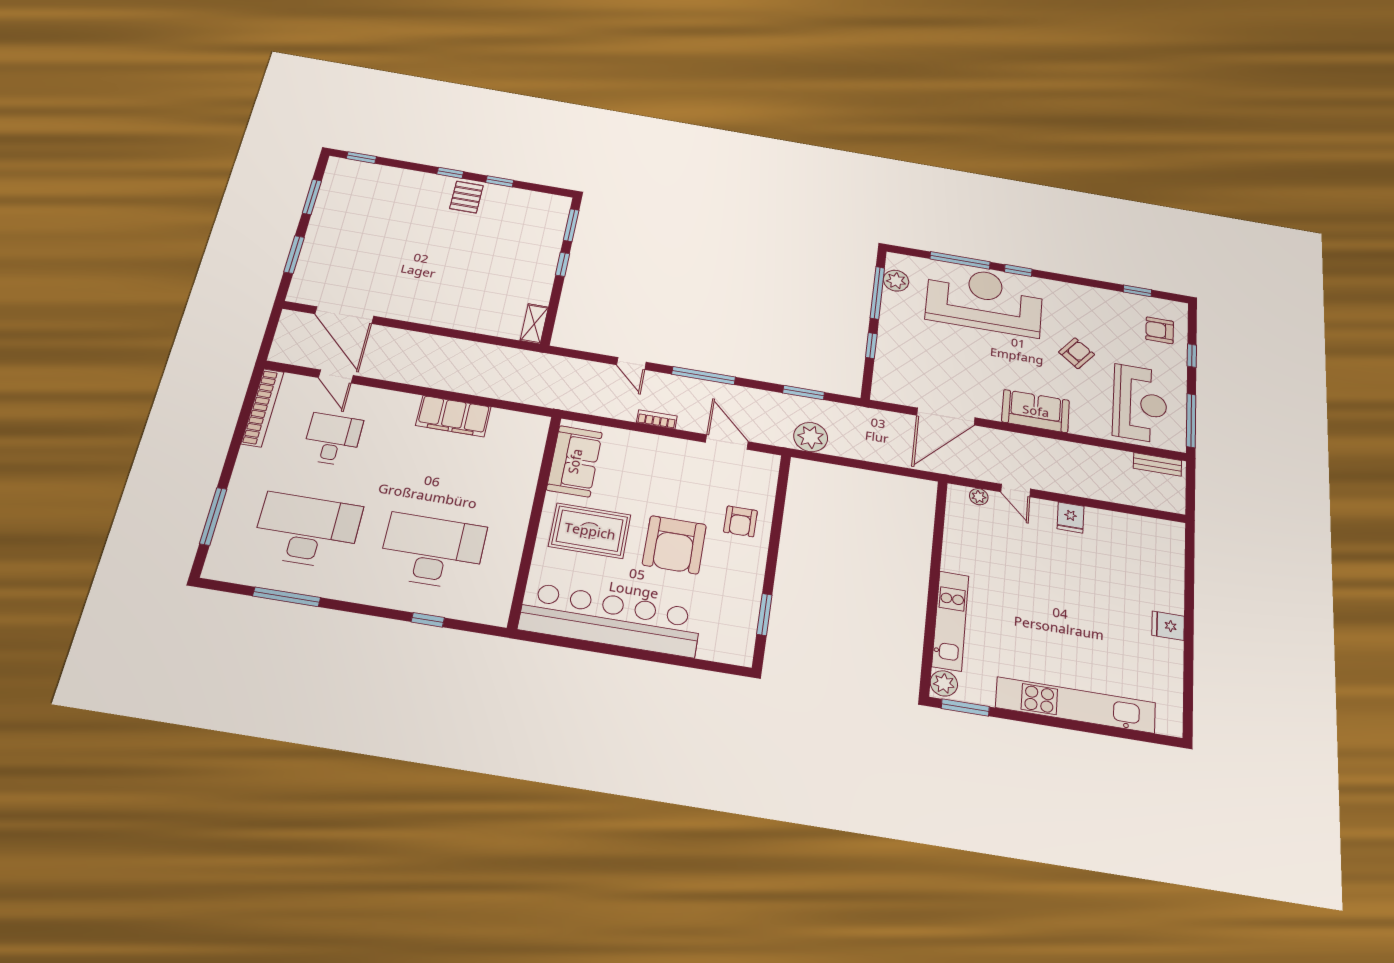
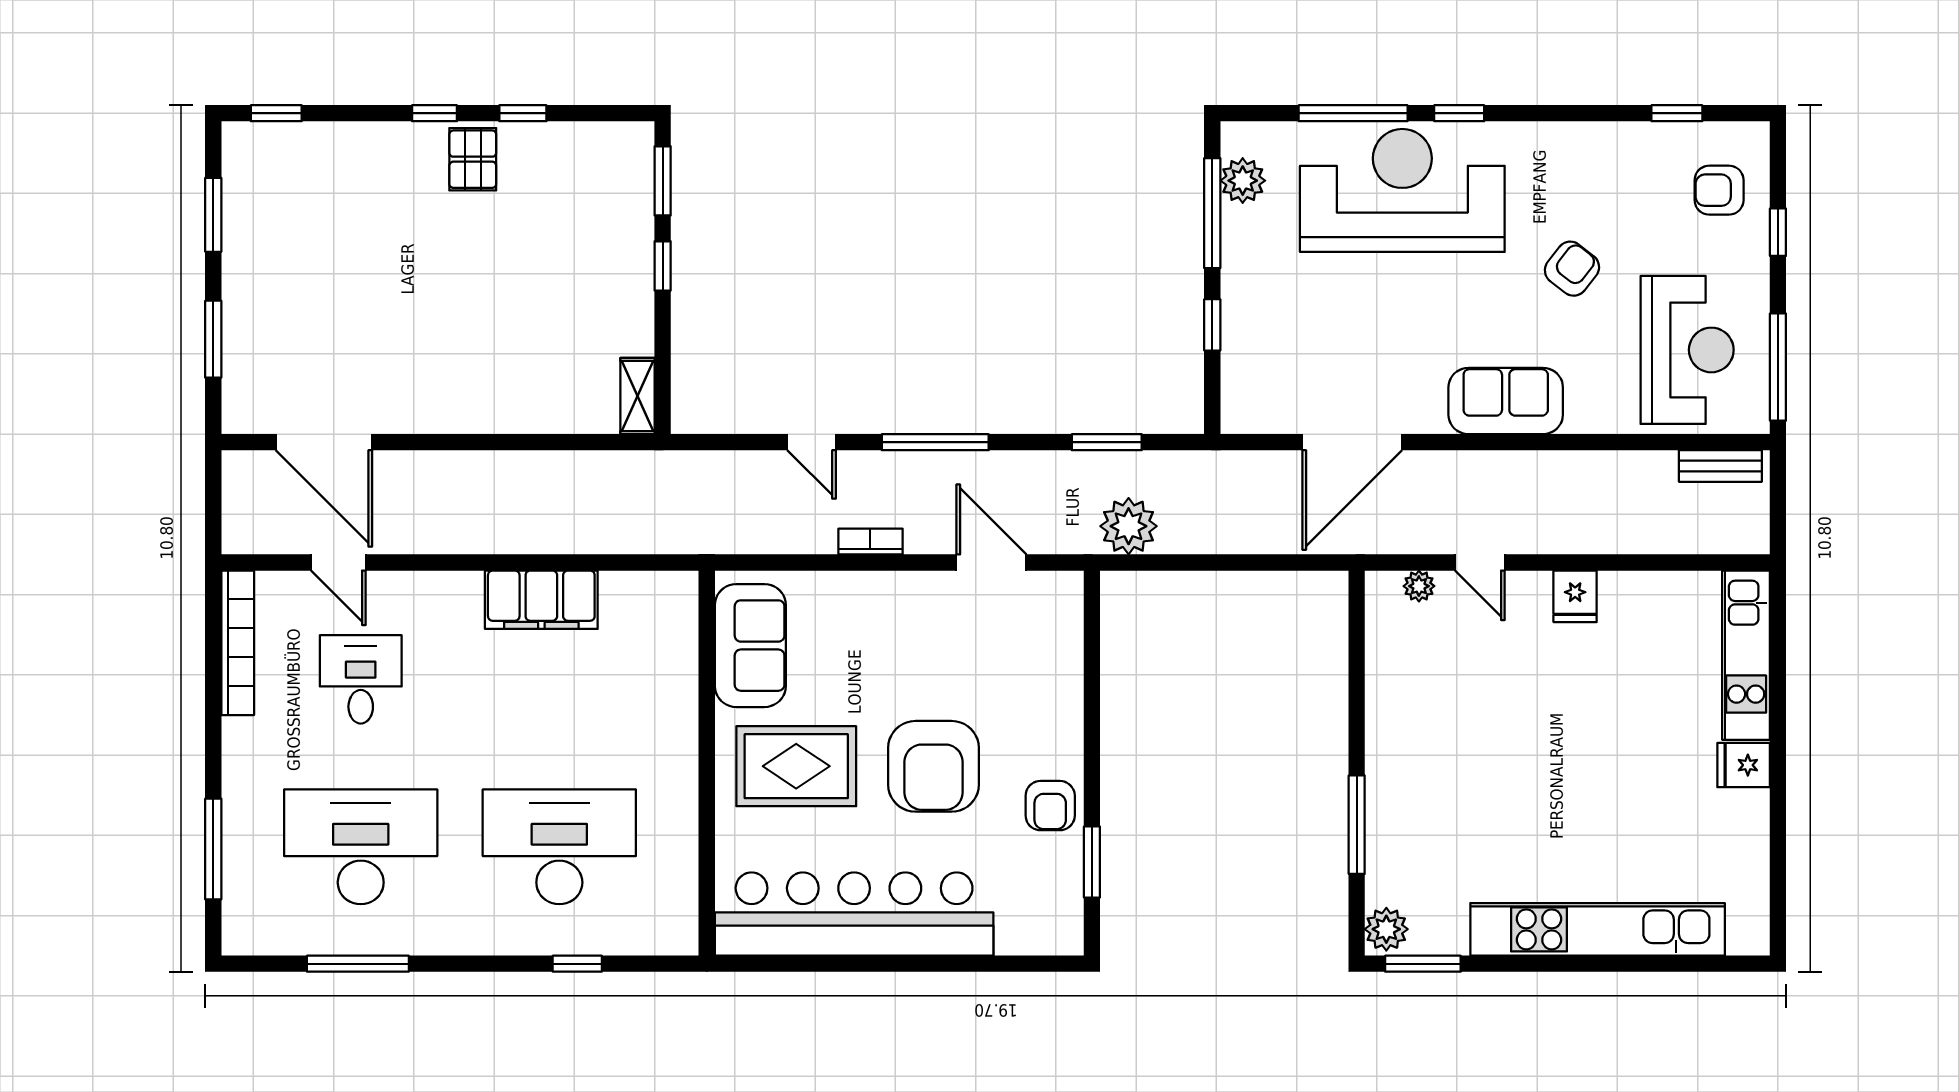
armchair: (740, 521) -> (1050, 806), moved
window: (931, 620) -> (1357, 825), added
kitchen unit: (950, 621) -> (1746, 655), moved, turned 180

